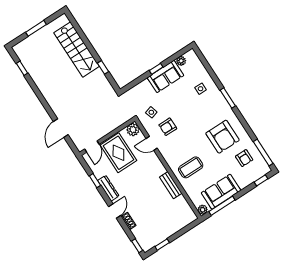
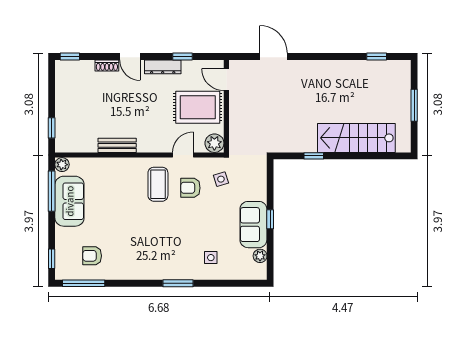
armchair: (168, 127) -> (190, 188), turned -90
armchair: (223, 137) -> (135, 246), removed
coffee table: (191, 167) -> (158, 184), moved
window: (162, 245) -> (52, 128), moved

